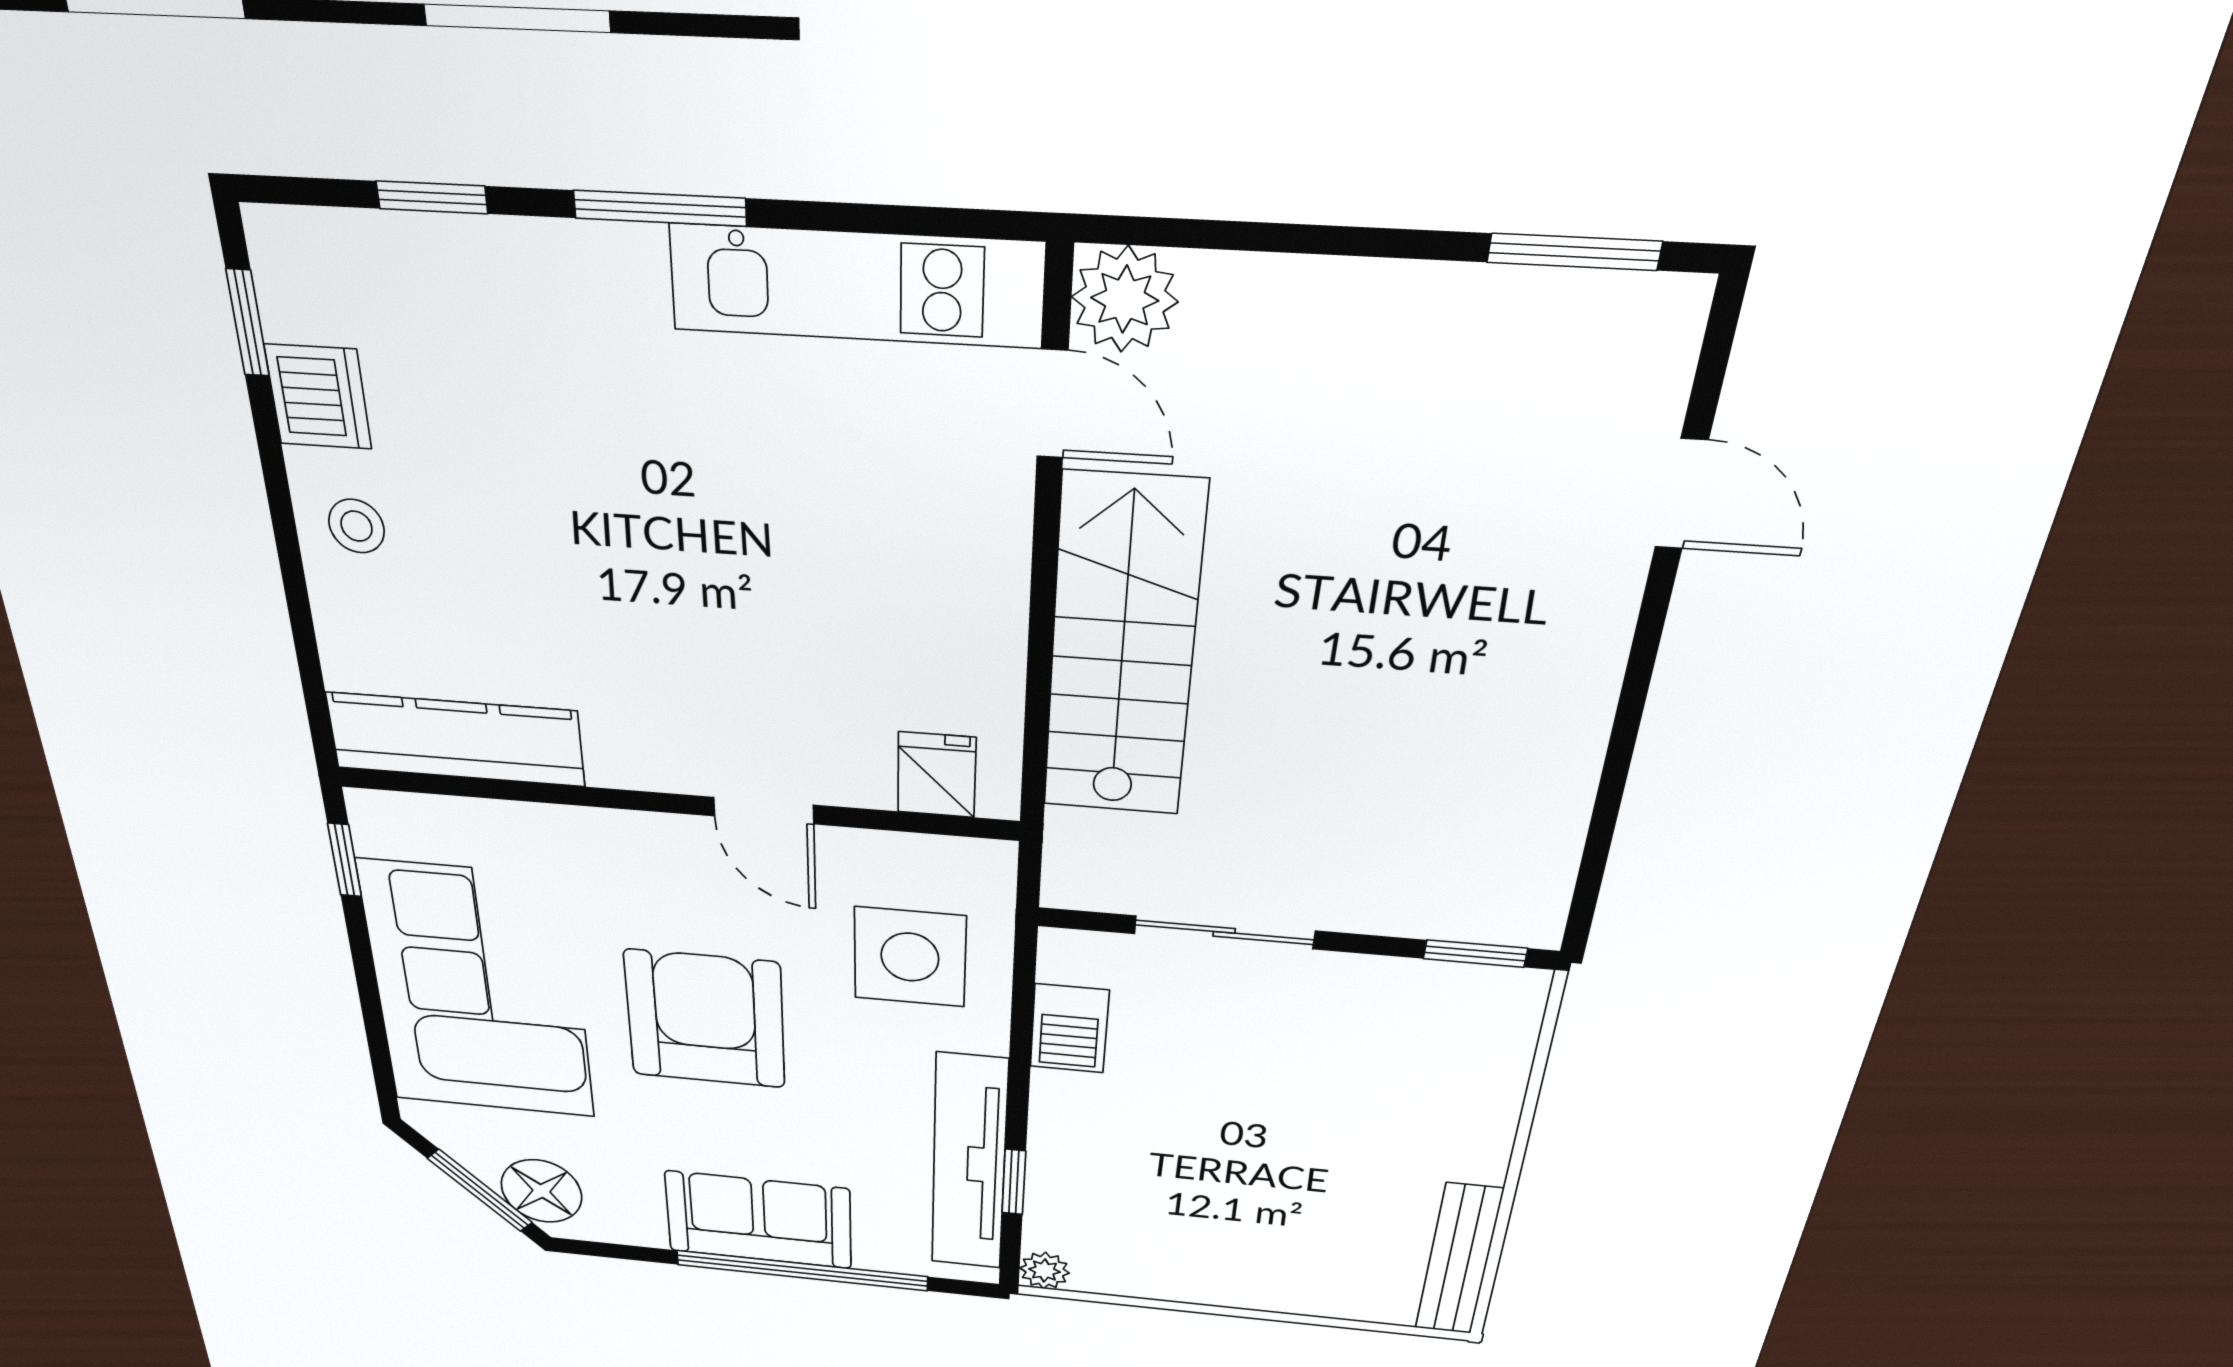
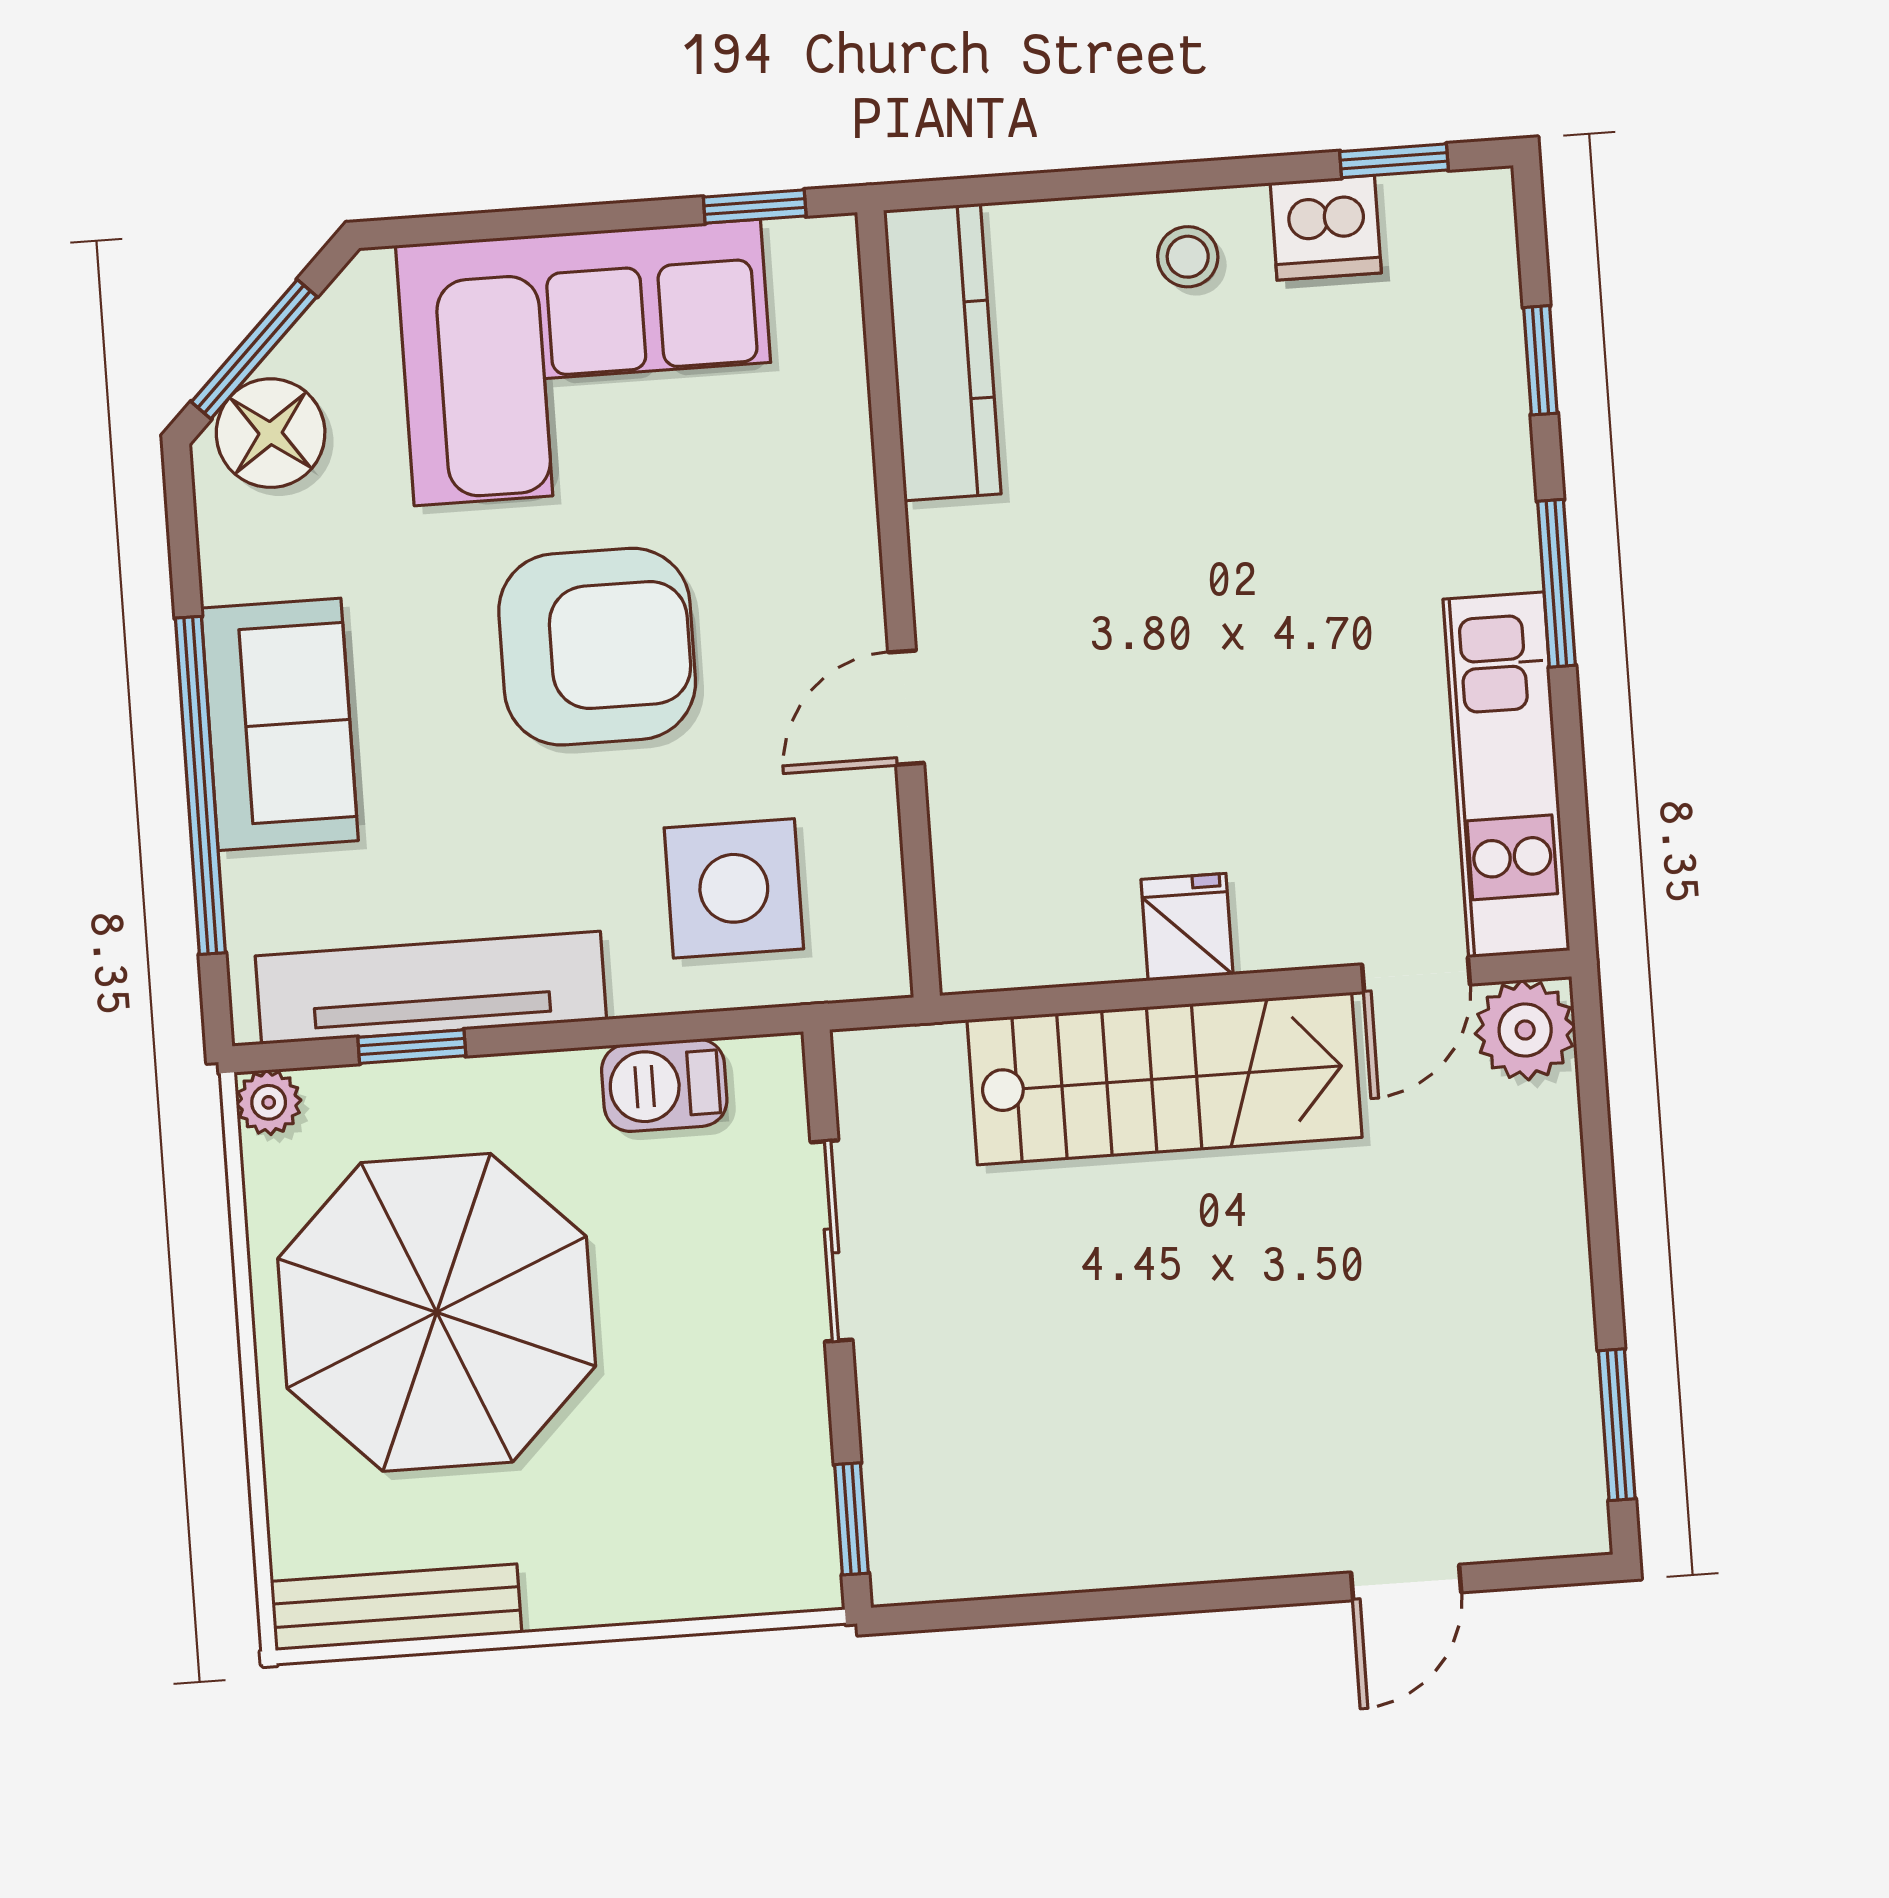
fridge: (937, 775) -> (1187, 927), moved, turned -90
parasol: (1228, 1200) -> (437, 1312), added

